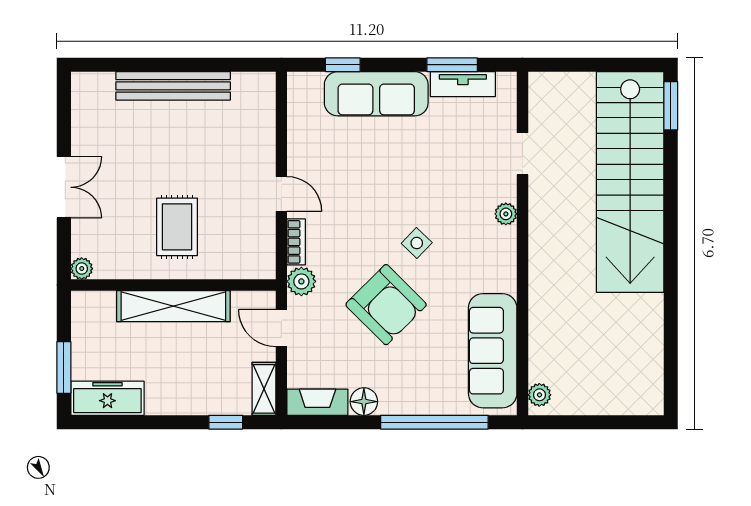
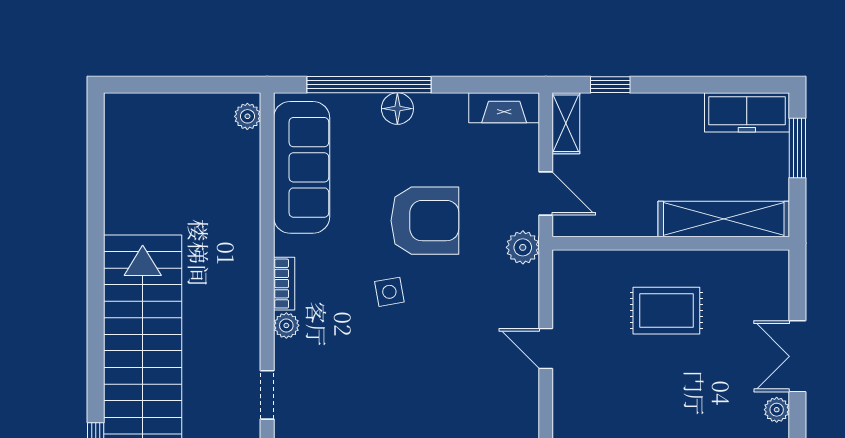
rug: (177, 227) -> (666, 311), turned 90
bookcase: (296, 242) -> (284, 284), moved, turned 180
side table: (417, 243) -> (389, 292), turned 36
plant: (82, 269) -> (777, 410), moved
armchair: (386, 305) -> (425, 221), turned 135
shelving: (173, 306) -> (724, 219), moved
floor lamp: (364, 402) -> (397, 109), moved

